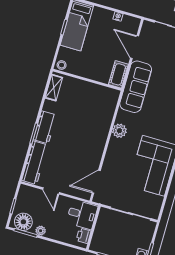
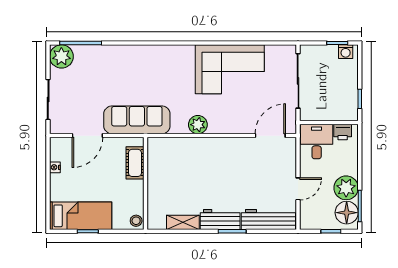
cot: (118, 74) -> (135, 163), moved, turned 90
shelving: (54, 88) -> (183, 222), moved
door: (96, 182) -> (270, 136), swing flipped
plant: (41, 231) -> (346, 188), width x1.88, depth x1.88

